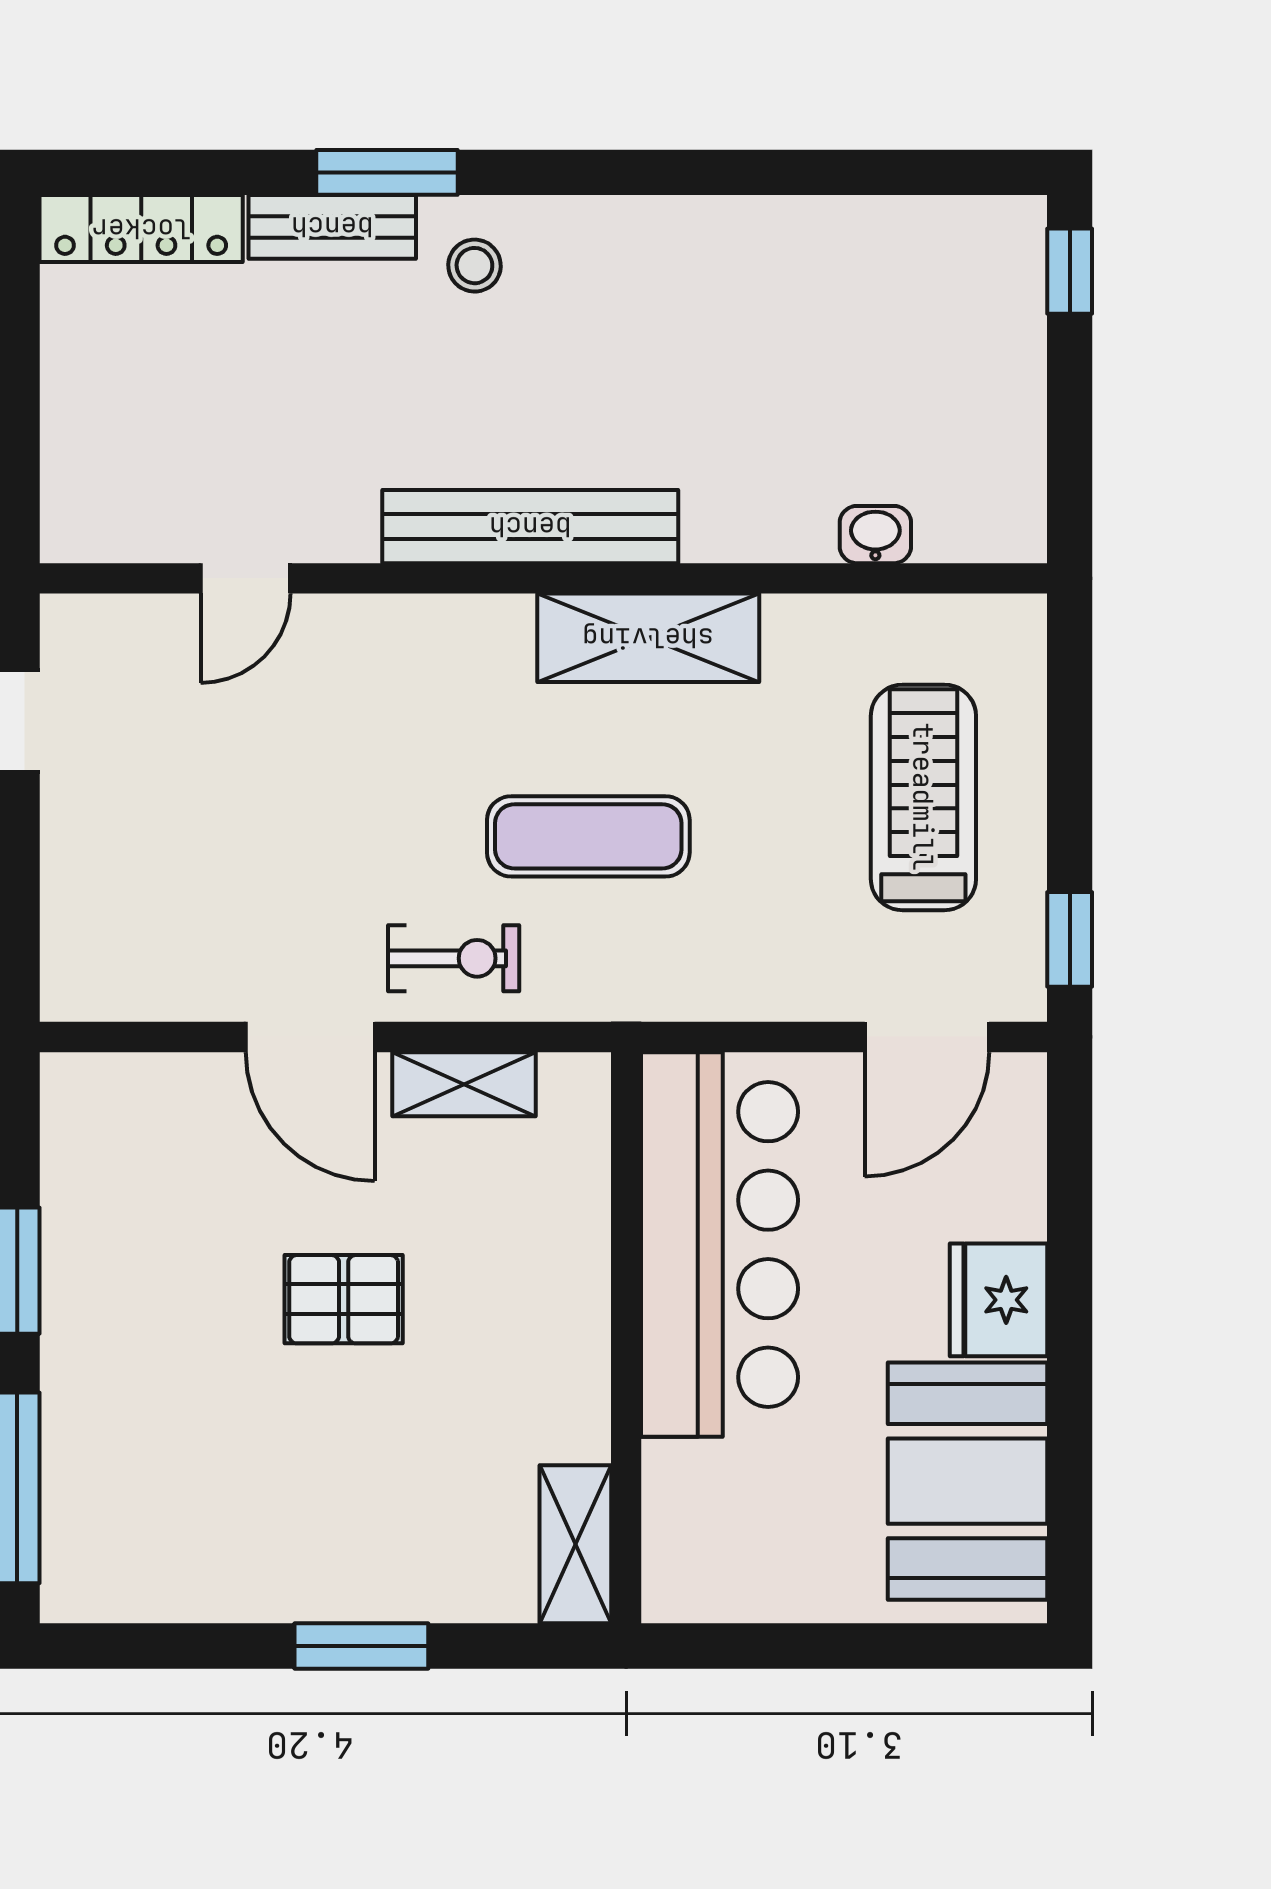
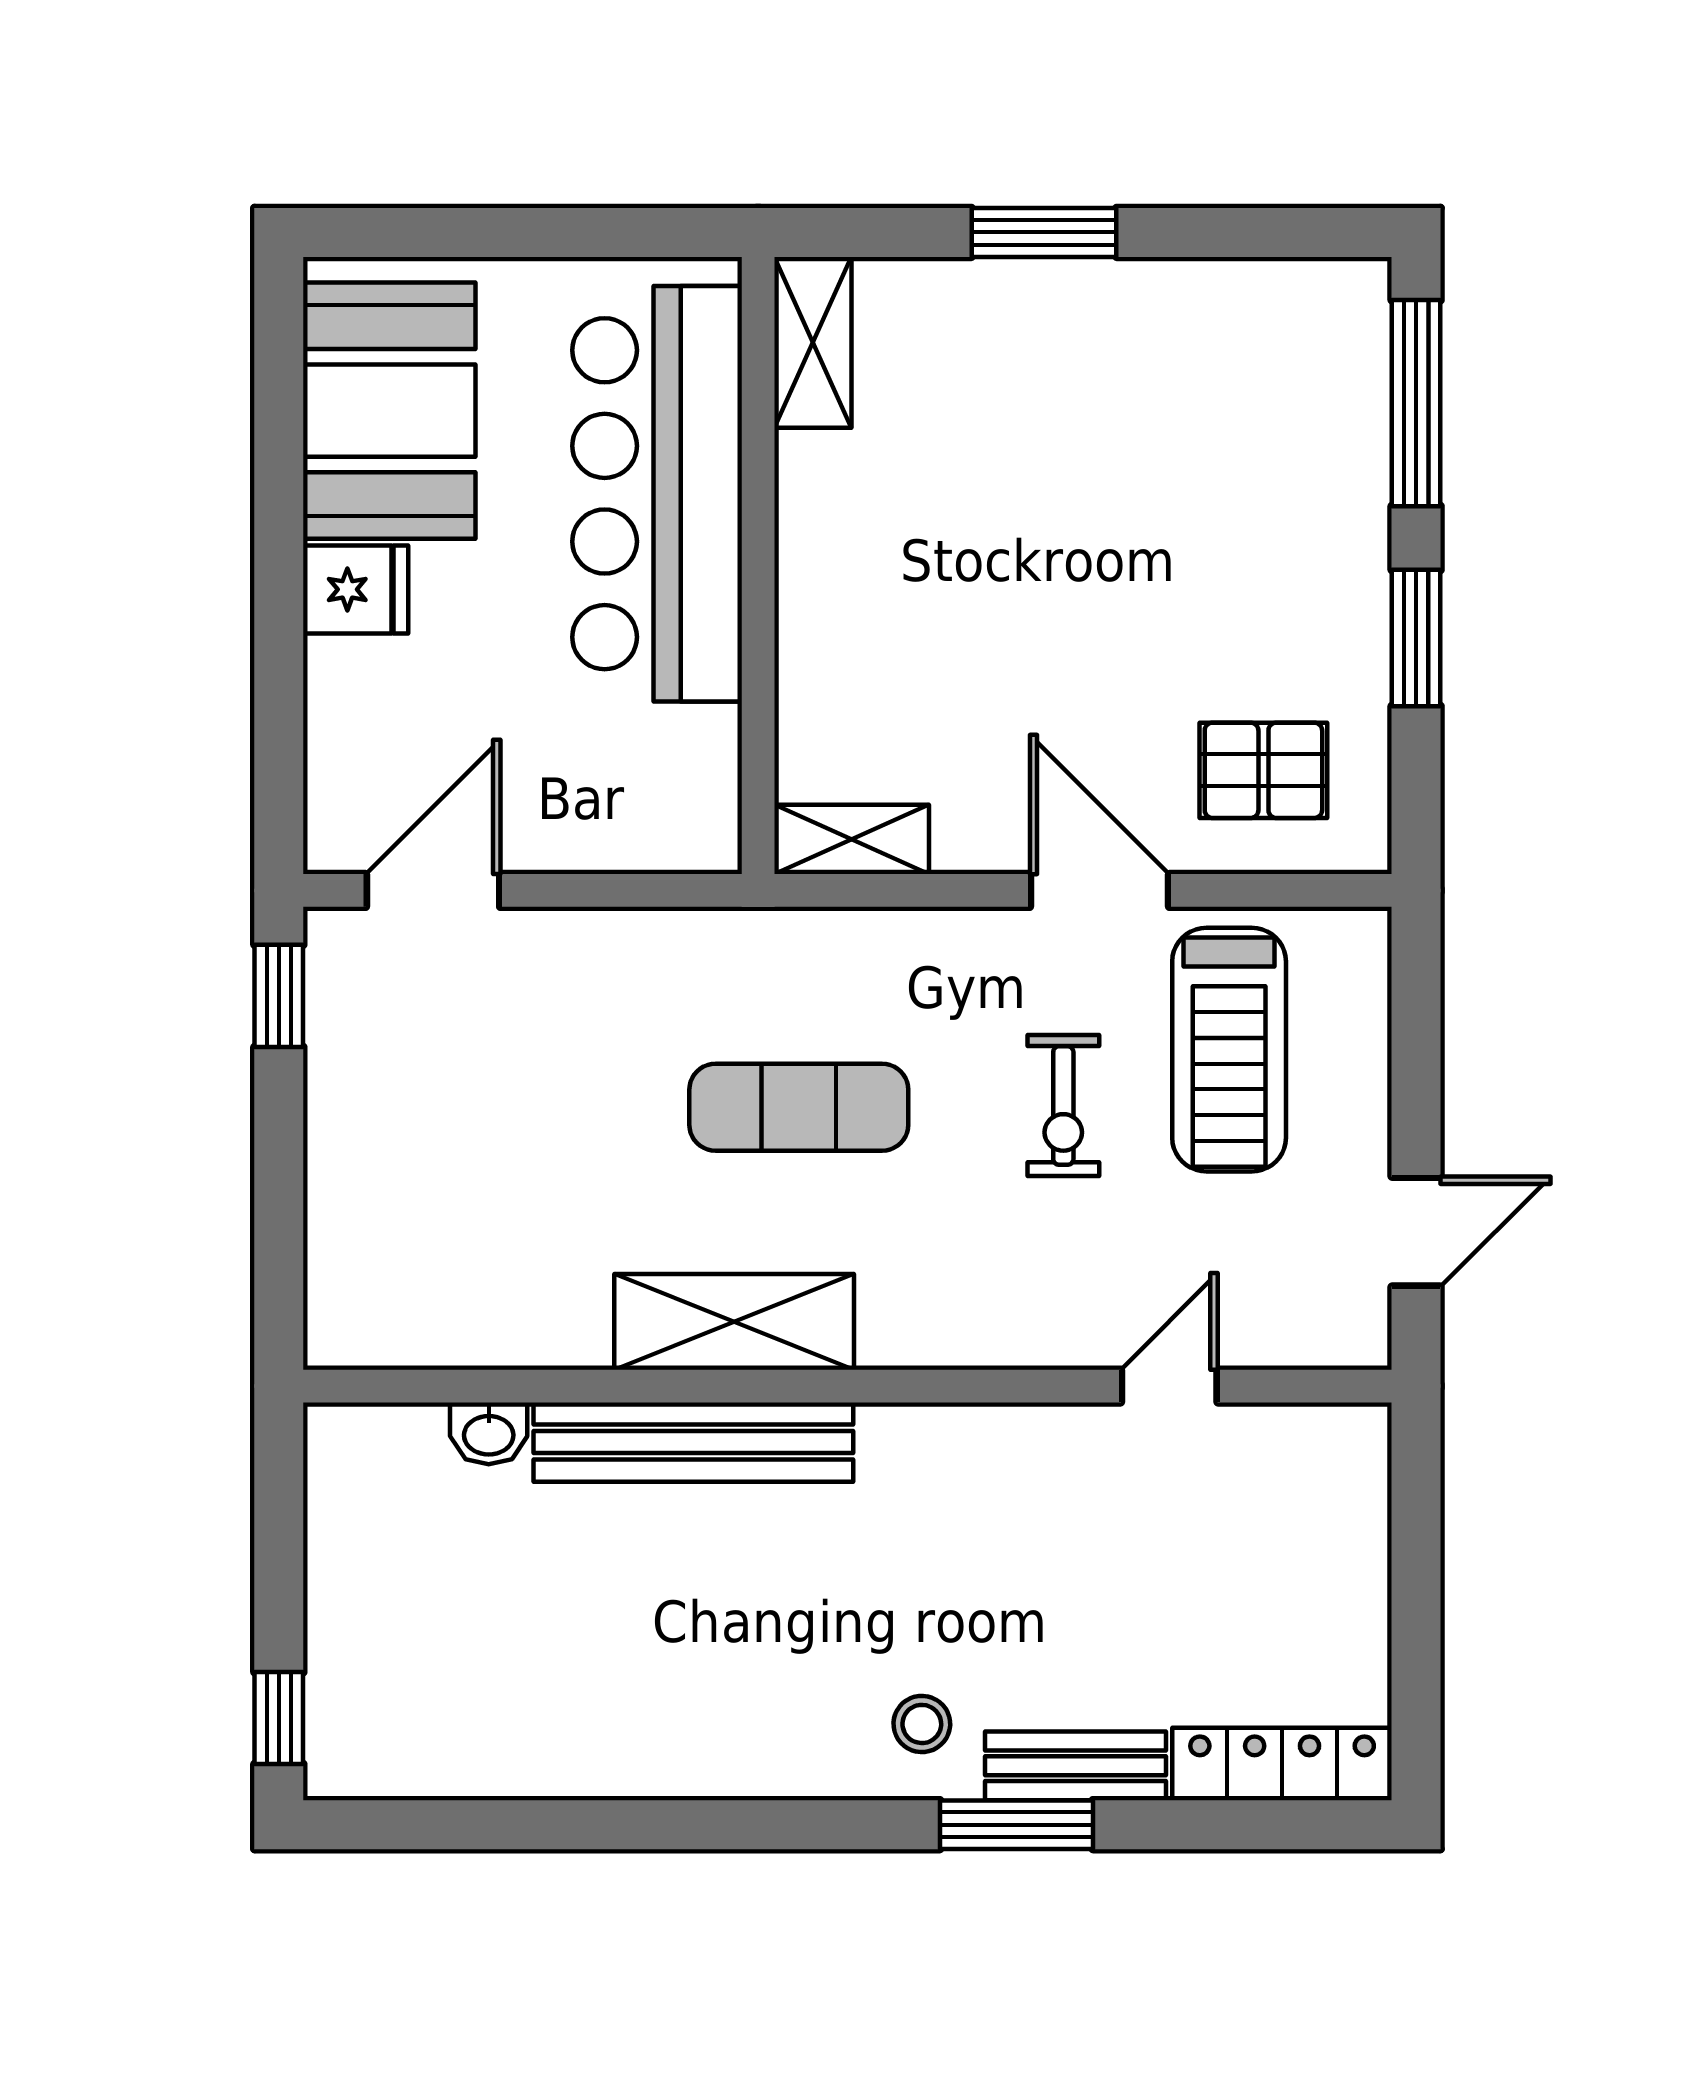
bench: (530, 527) -> (693, 1442), moved
treadmill: (923, 797) -> (1229, 1050), moved
exercise bike: (454, 958) -> (1063, 1106), moved, turned -90
shelving: (464, 1084) -> (852, 839), moved
bar counter: (719, 1244) -> (657, 494), moved
pallet: (344, 1299) -> (1263, 770), moved
fridge: (998, 1300) -> (356, 589), width x0.72

